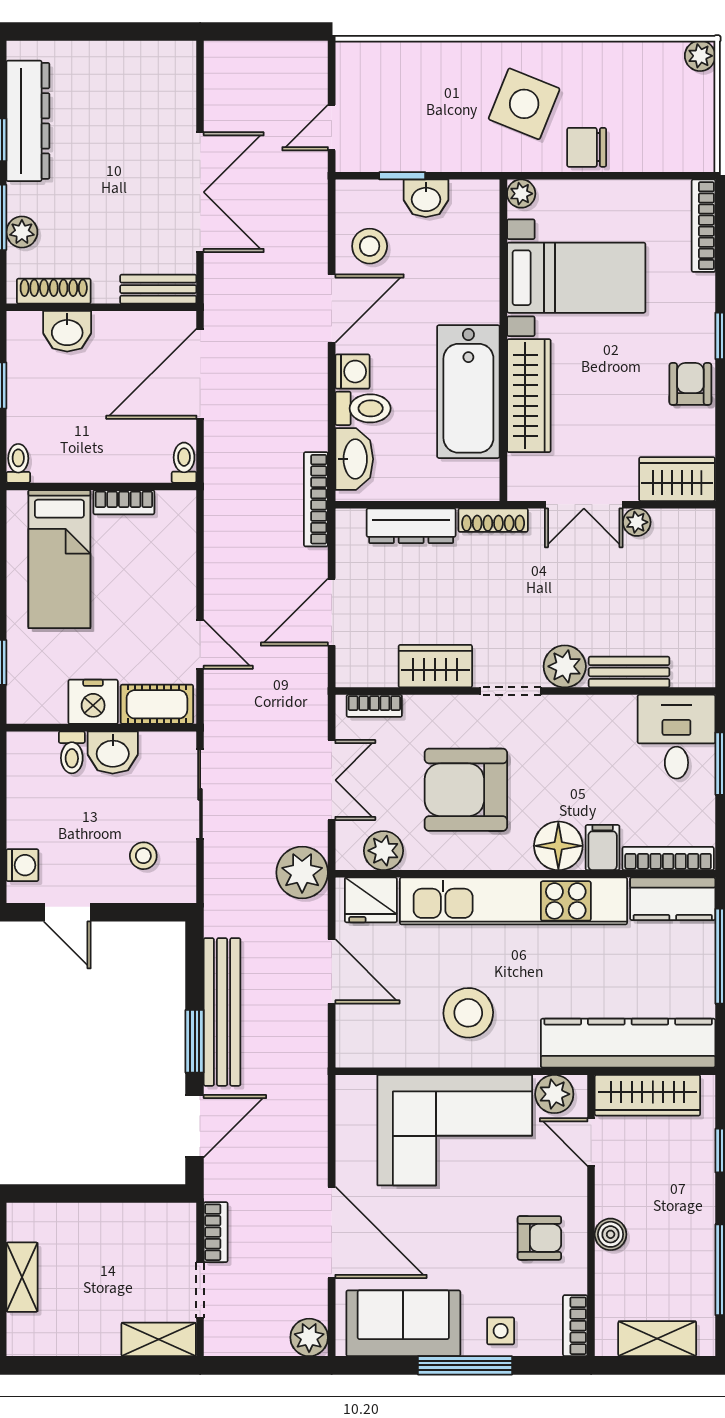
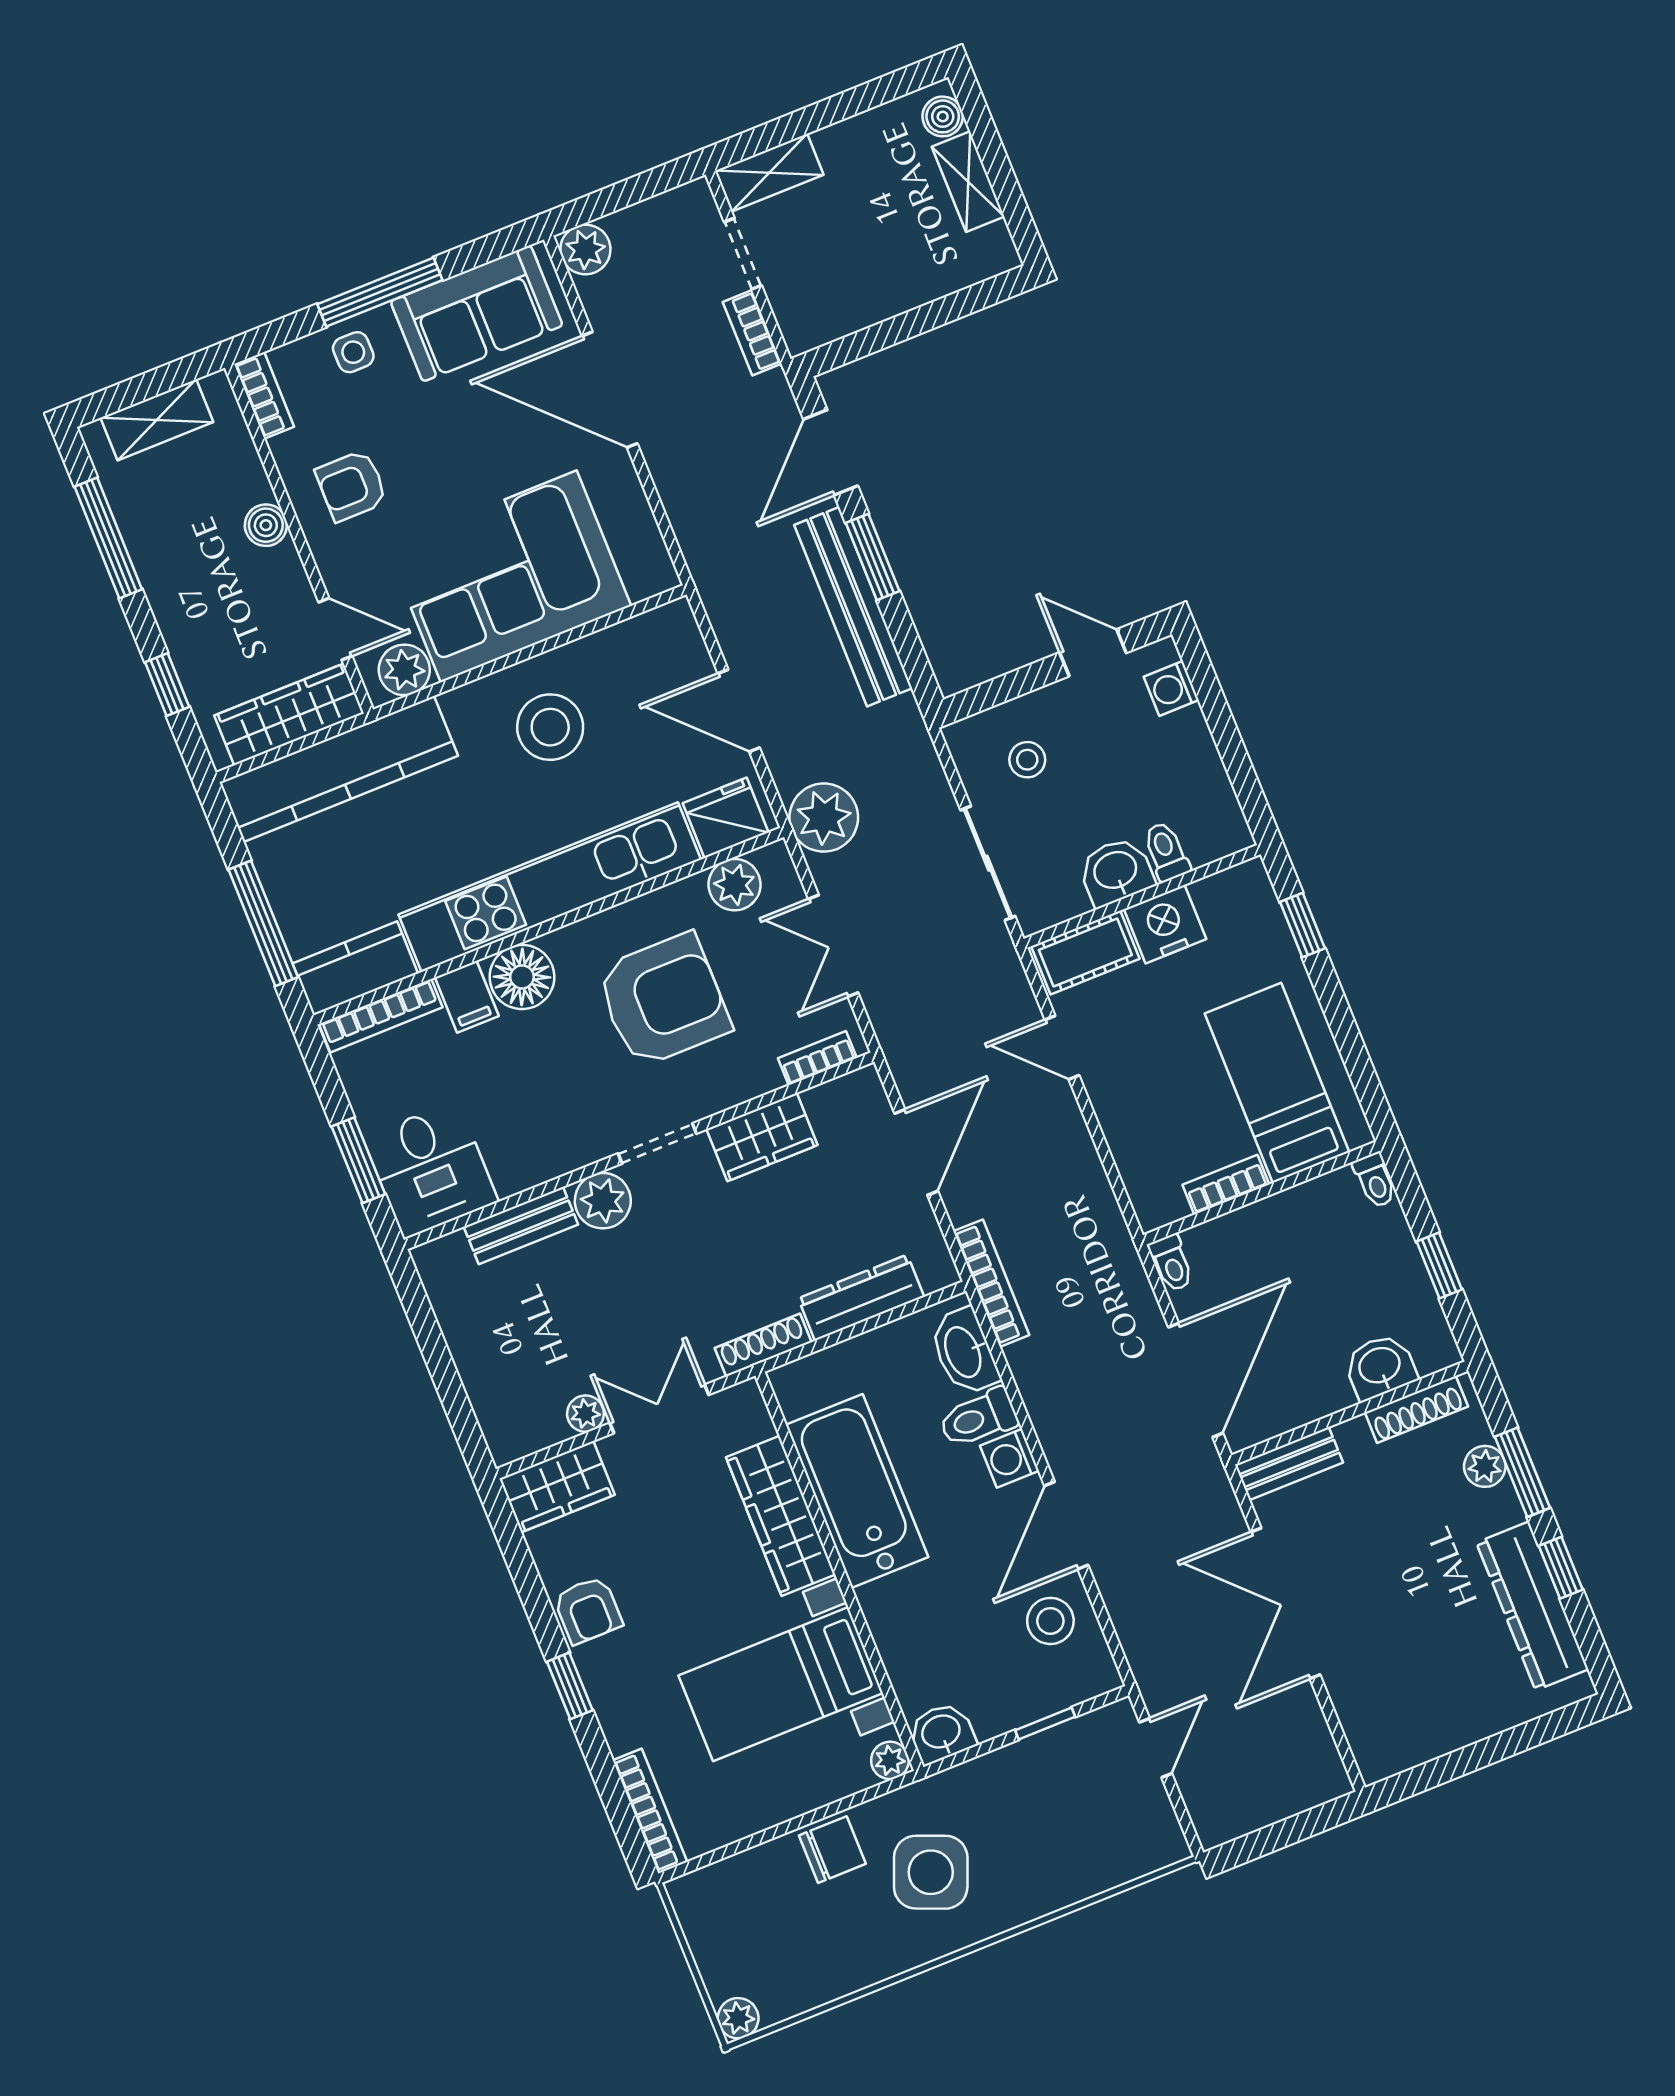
washbasin: (426, 198) -> (941, 1733), moved
boiler: (21, 1330) -> (943, 116), added

